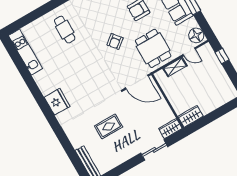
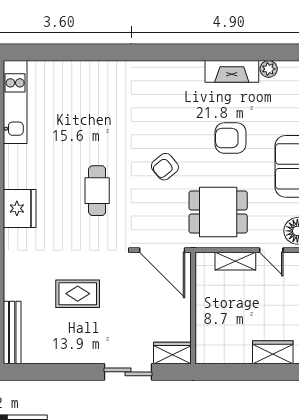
cafe table: (65, 30) -> (97, 191), moved
dining table: (153, 48) -> (218, 212), turned 90
wardrobe: (191, 116) -> (273, 352), moved

